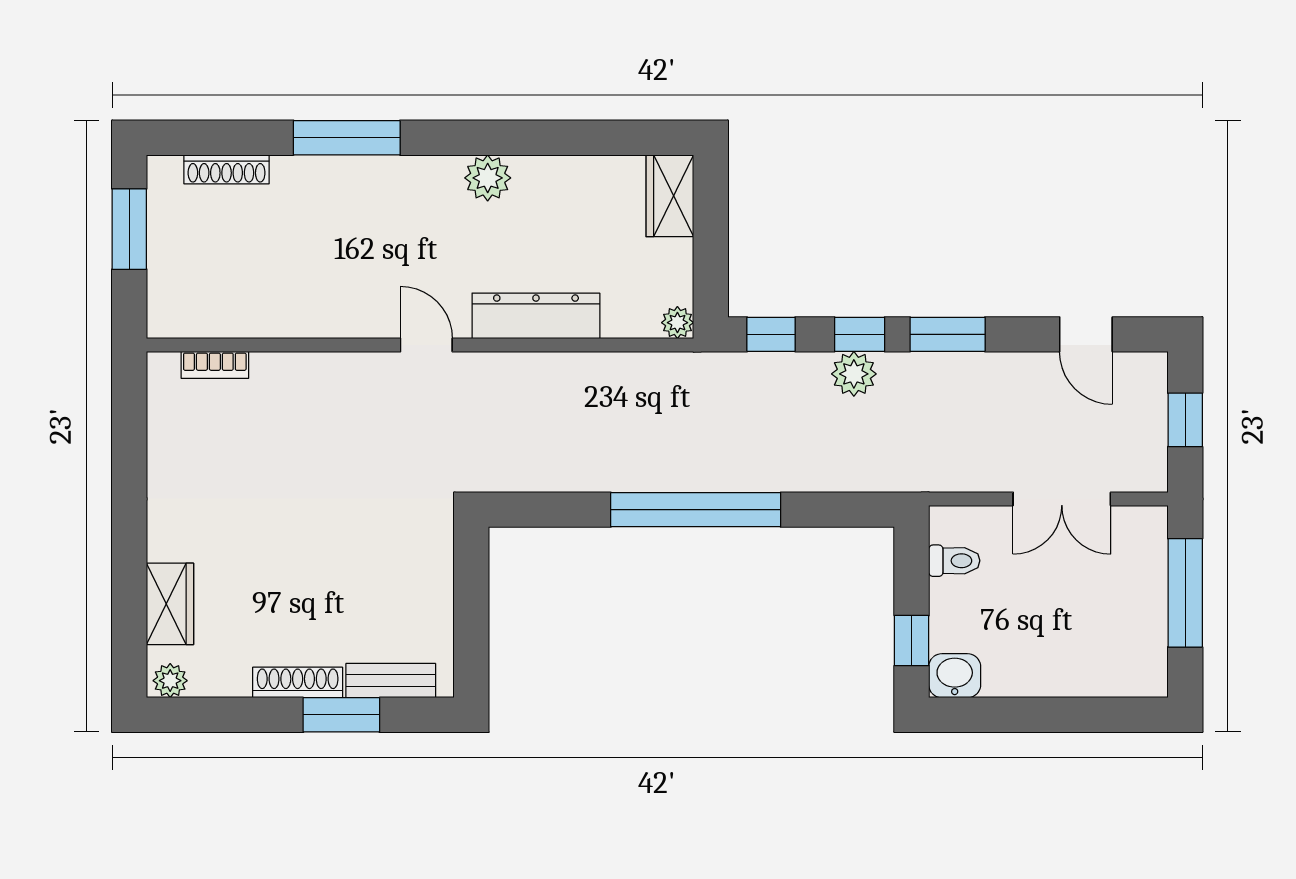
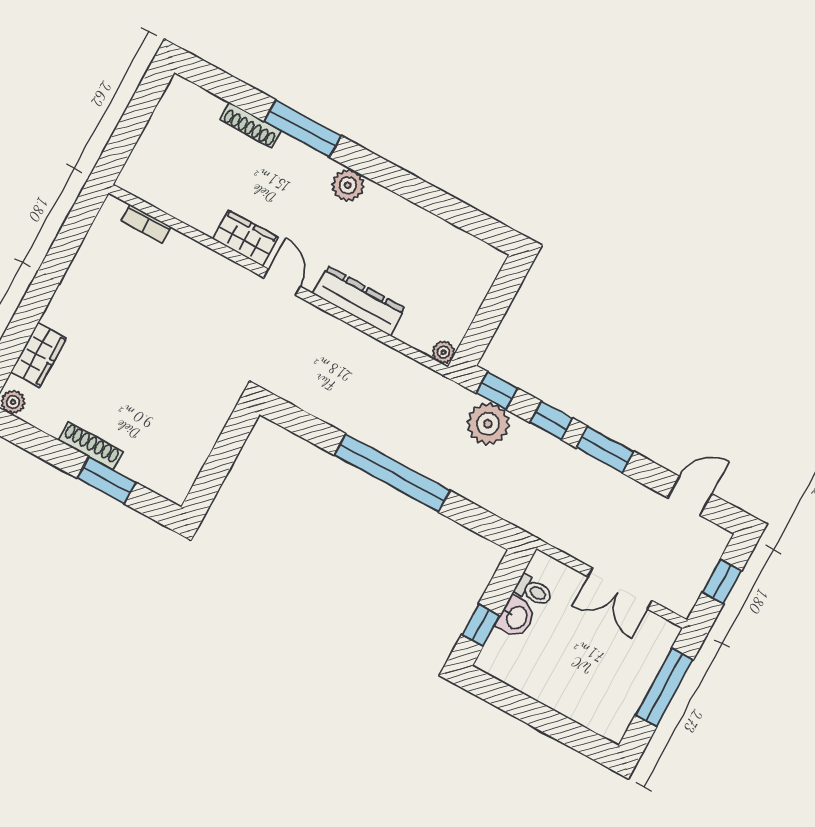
shoe rack: (227, 169) -> (251, 125), moved
plant: (488, 178) -> (348, 185), moved
wardrobe: (670, 196) -> (245, 238), moved, turned 90
window: (129, 229) -> (139, 112), removed
door: (1086, 334) -> (690, 496), swing flipped
plant: (854, 374) -> (488, 424), moved, width x1.36, depth x1.36
washbasin: (955, 676) -> (516, 617), moved, turned 90
bench: (391, 681) -> (148, 476), removed

